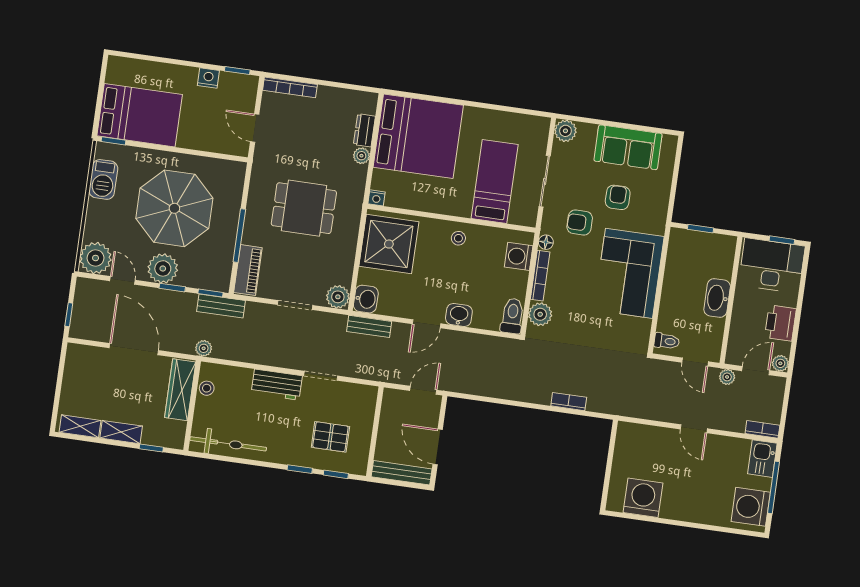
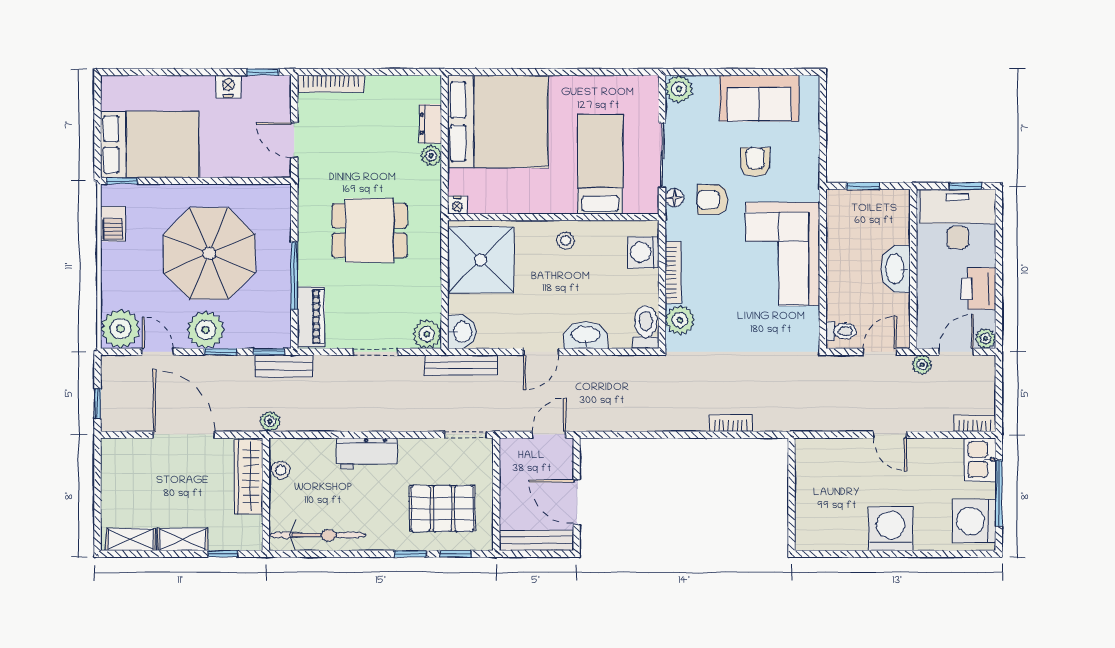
barbecue: (103, 179) -> (113, 224), width x0.73, depth x0.79
floor lamp: (546, 242) -> (674, 198), moved
washbasin: (459, 315) -> (586, 335), width x1.38
bench: (369, 326) -> (461, 365), width x1.36
door: (695, 362) -> (880, 352), swing flipped
doorway: (321, 376) -> (466, 435), moved
pallet: (330, 437) -> (442, 508), width x1.50, depth x1.42
washing machine: (643, 498) -> (891, 529), moved

